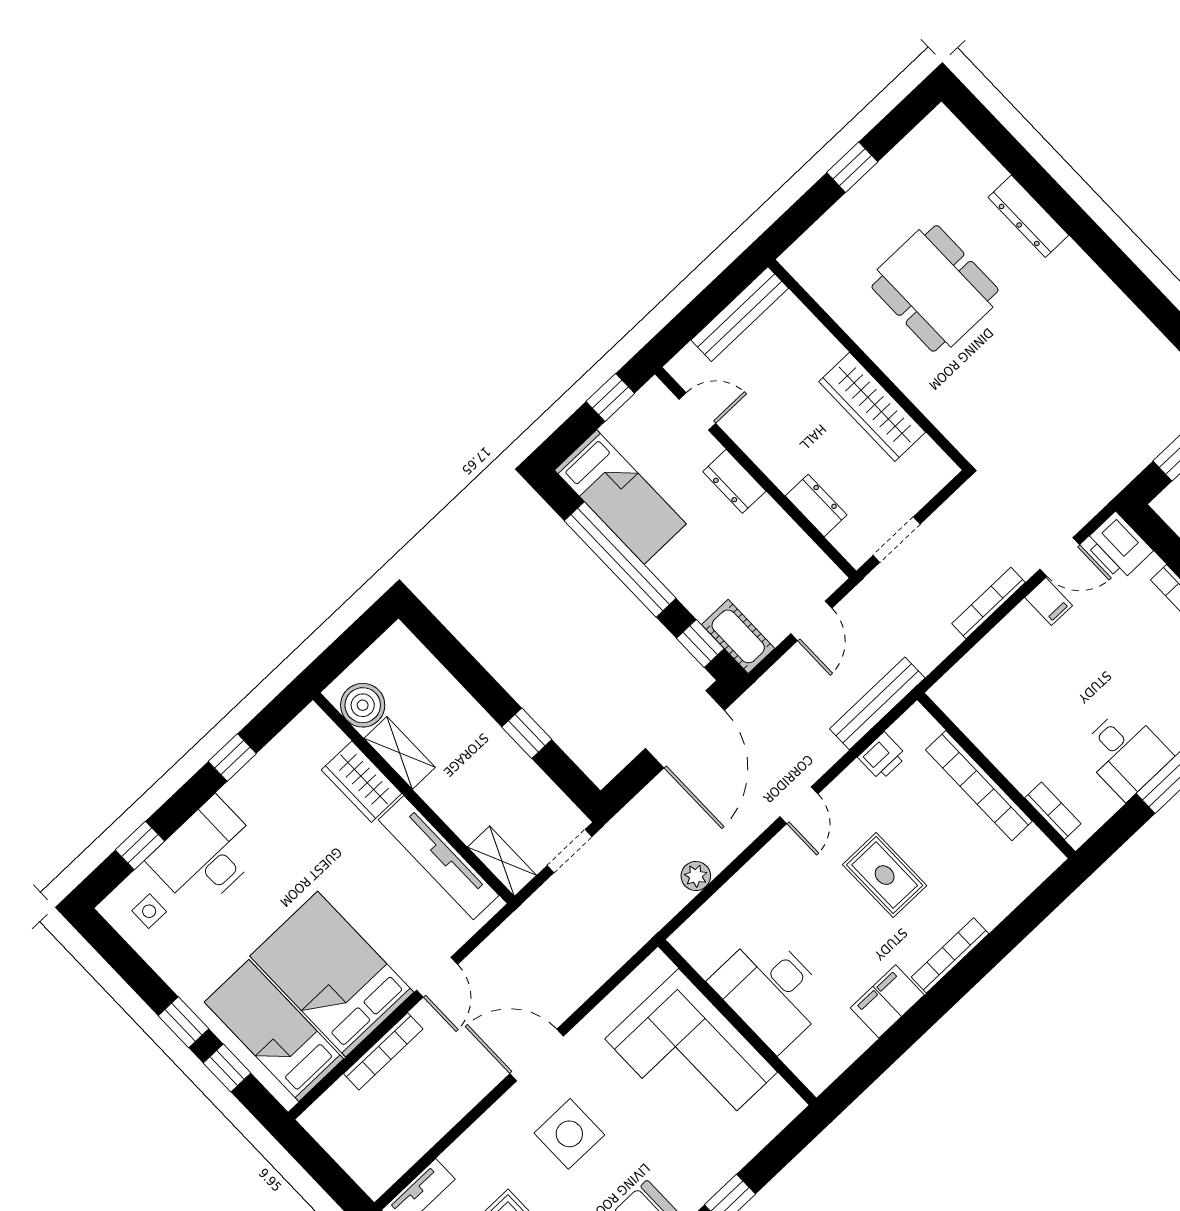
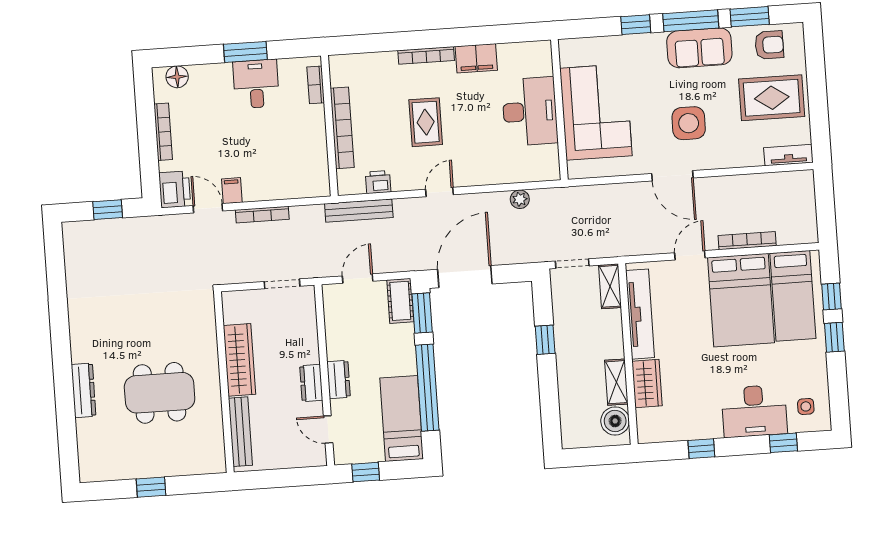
dining table: (935, 288) -> (160, 393), turned 90
bench: (740, 314) -> (240, 432), moved, turned 90
dresser: (816, 505) -> (311, 383), moved
window: (700, 643) -> (422, 313), width x1.50

